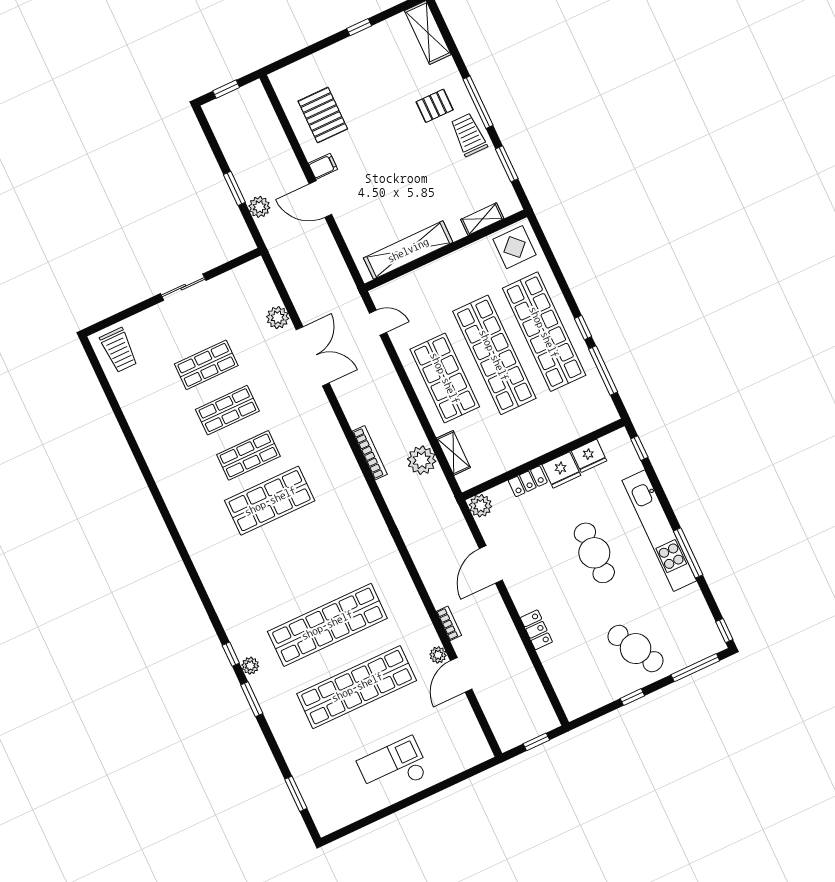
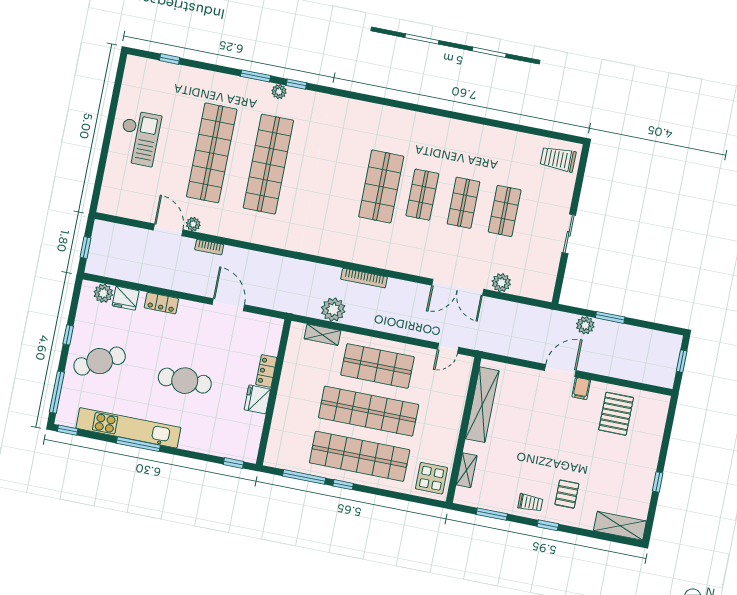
window: (478, 102) -> (548, 525), width x0.46
pallet: (323, 115) -> (616, 414), turned 90
trolley: (469, 135) -> (530, 503), width x0.73, depth x0.72
fridge: (589, 456) -> (126, 298), moved, turned -90
plant: (481, 506) -> (103, 293), moved
kitchen unit: (659, 531) -> (128, 428), moved
window: (296, 794) -> (170, 59), width x0.67

